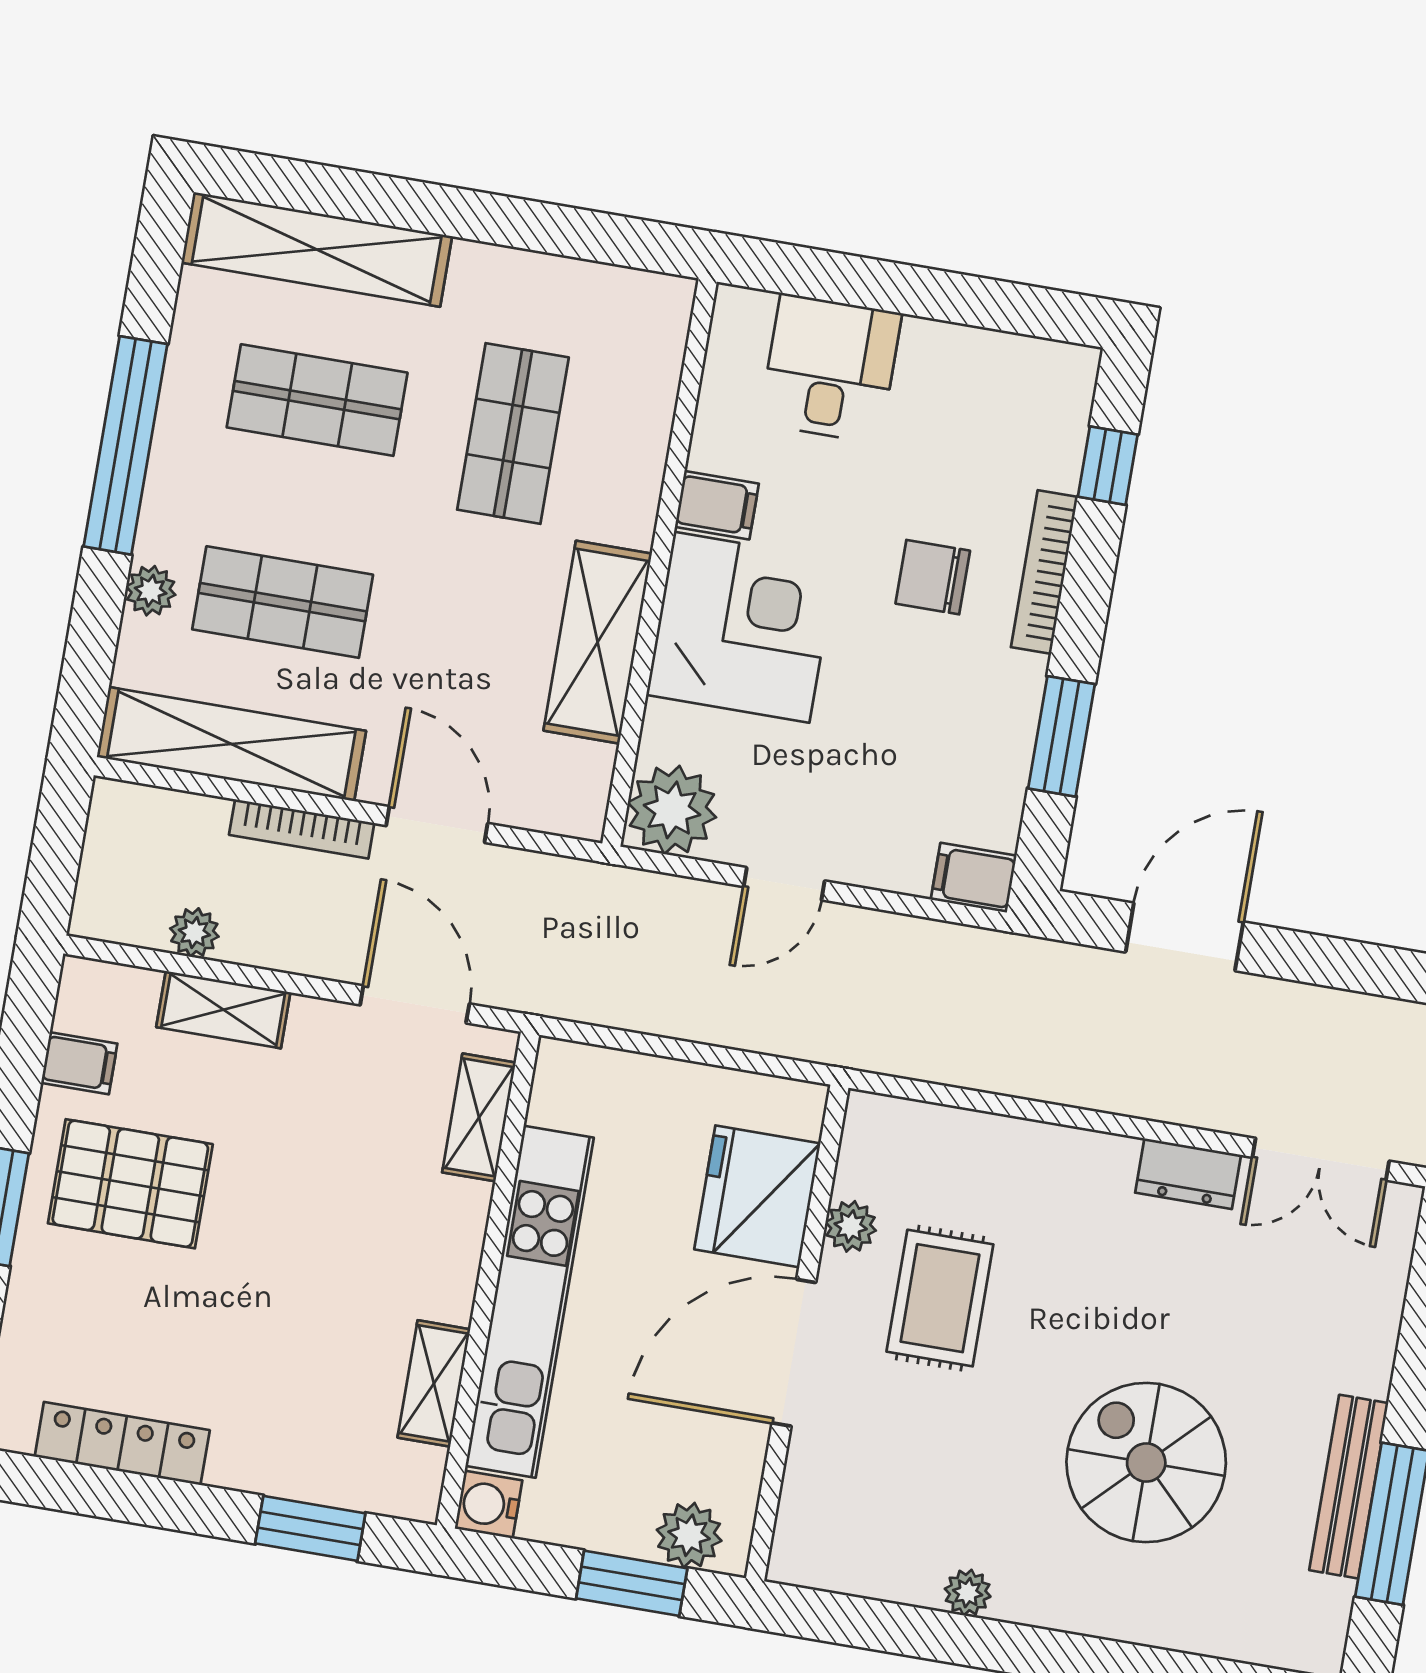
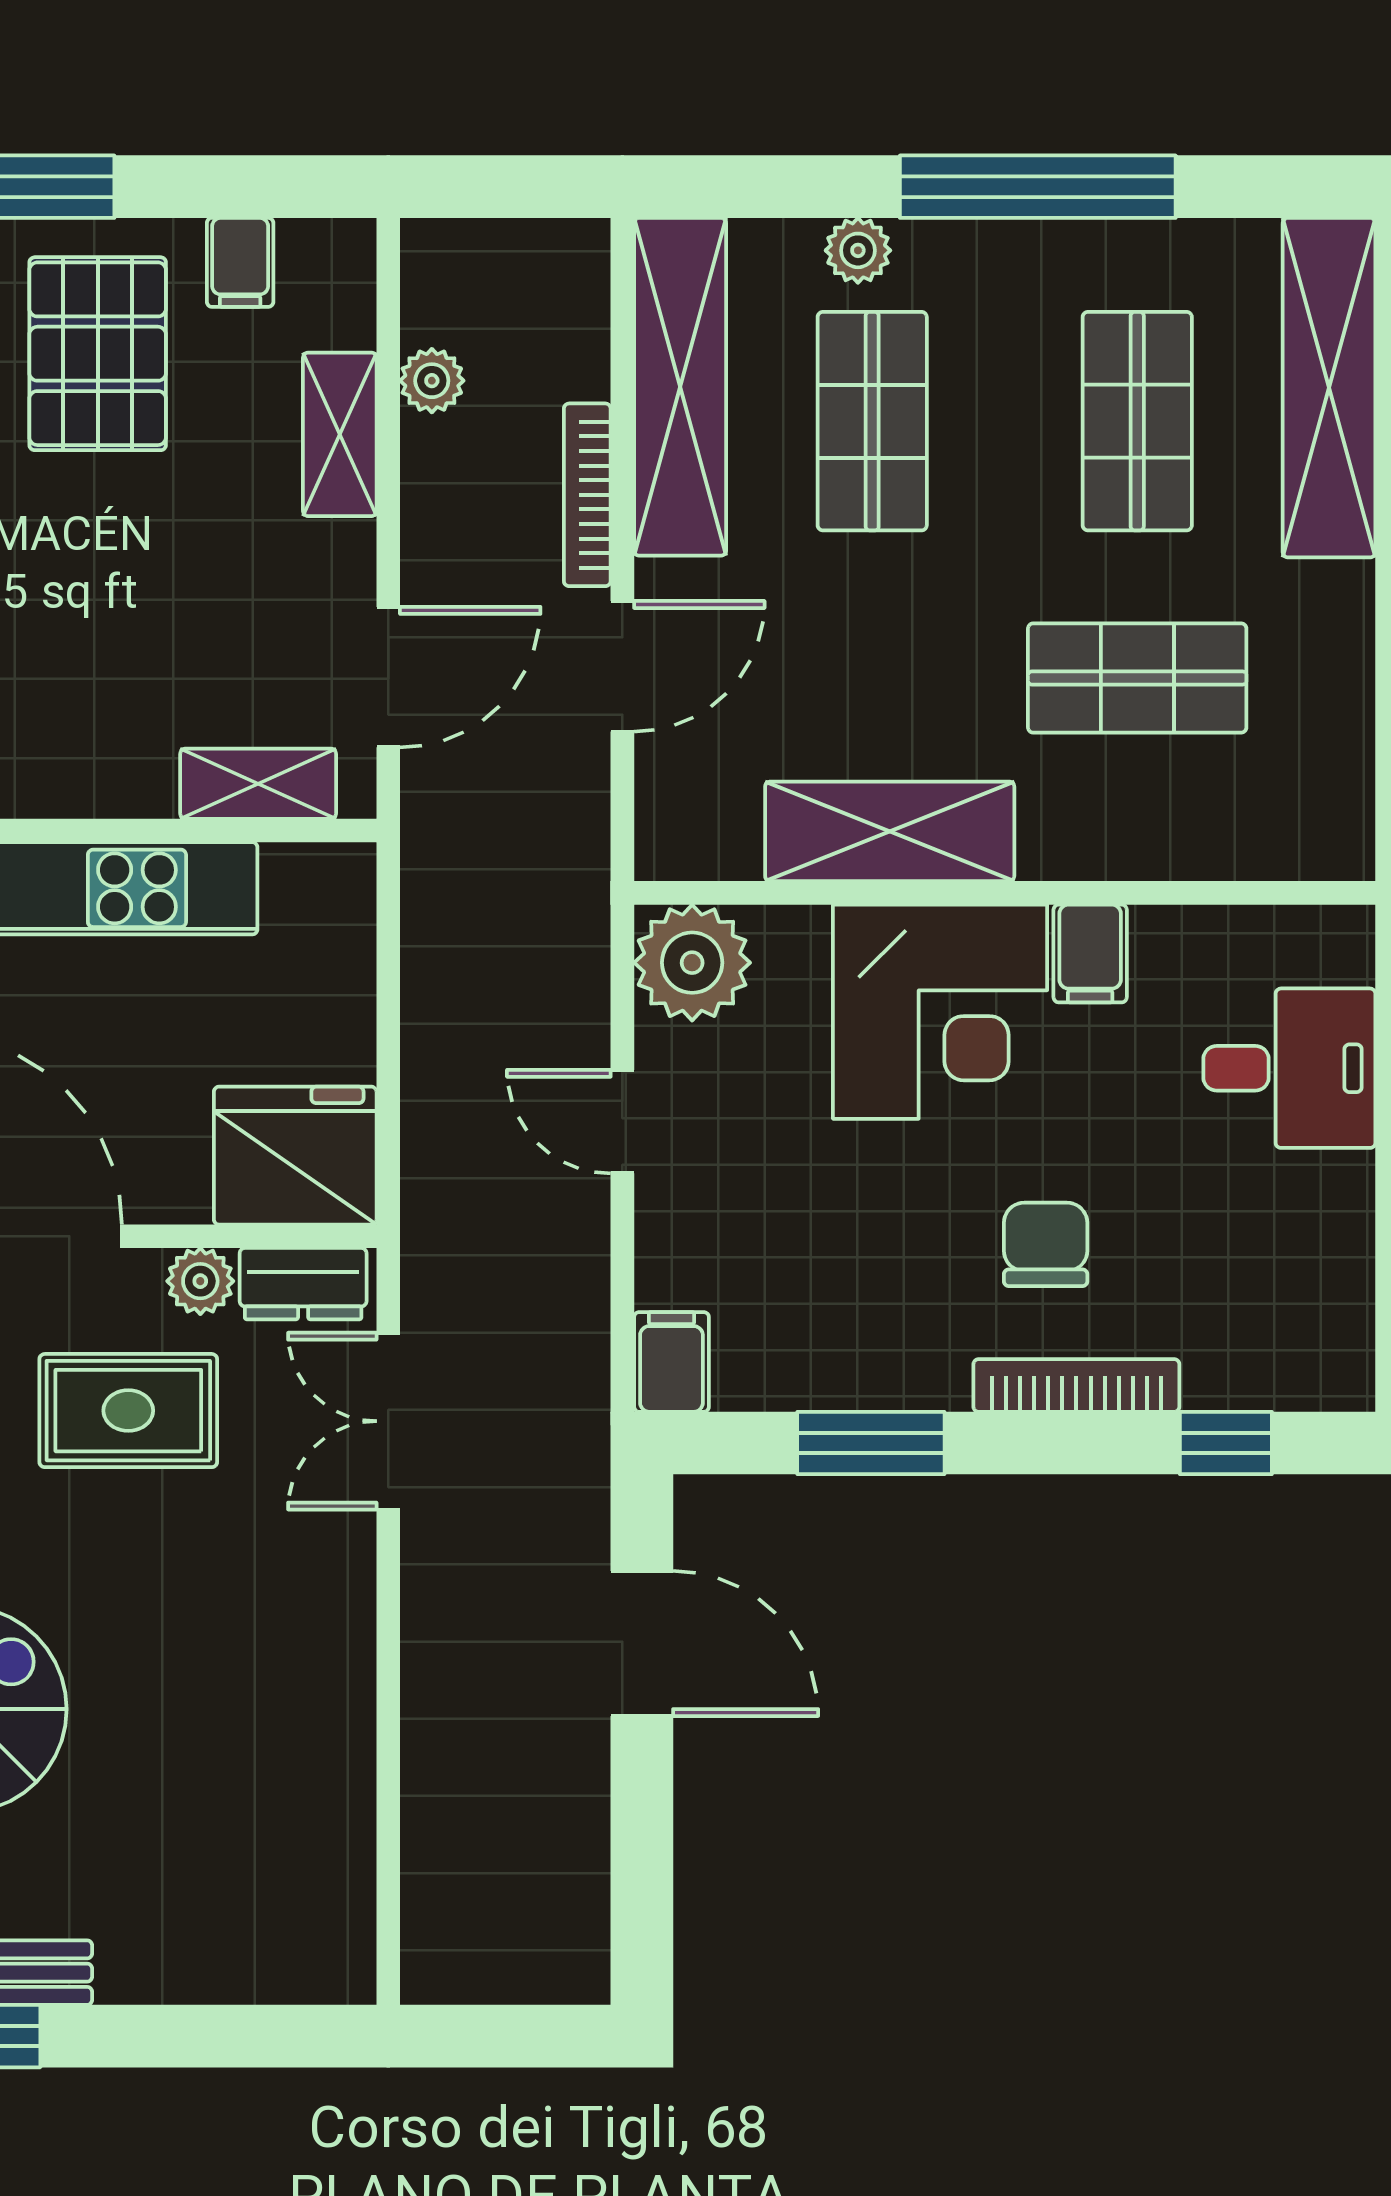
double door: (1321, 1159) -> (388, 1421), moved
dresser: (1188, 1174) -> (303, 1284), moved, turned -90
fridge: (757, 1196) -> (295, 1156), moved

